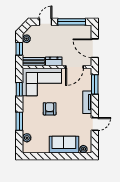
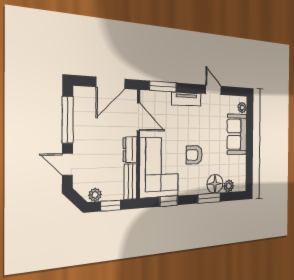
floor lamp: (29, 126) -> (215, 184), added

